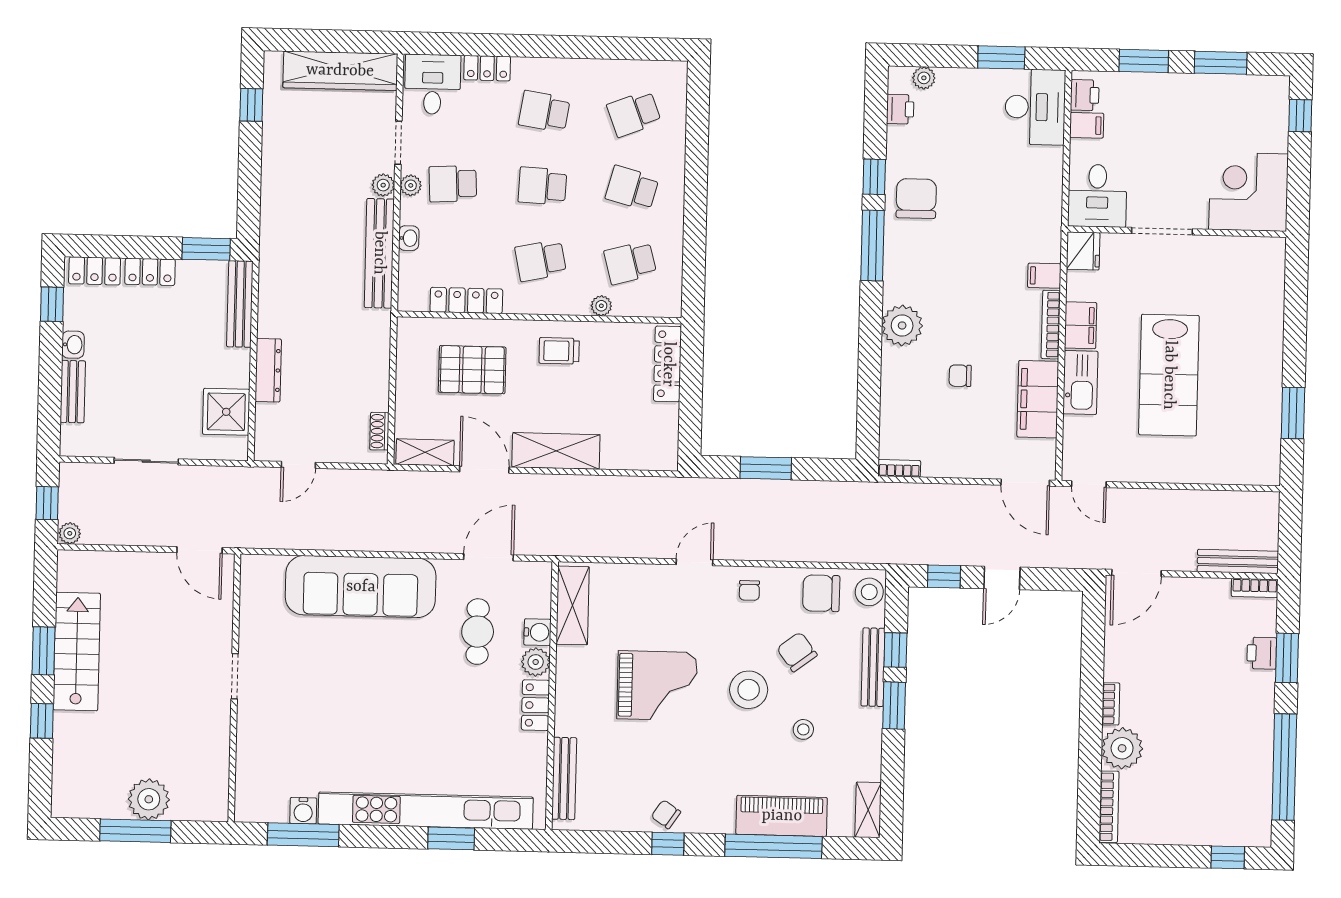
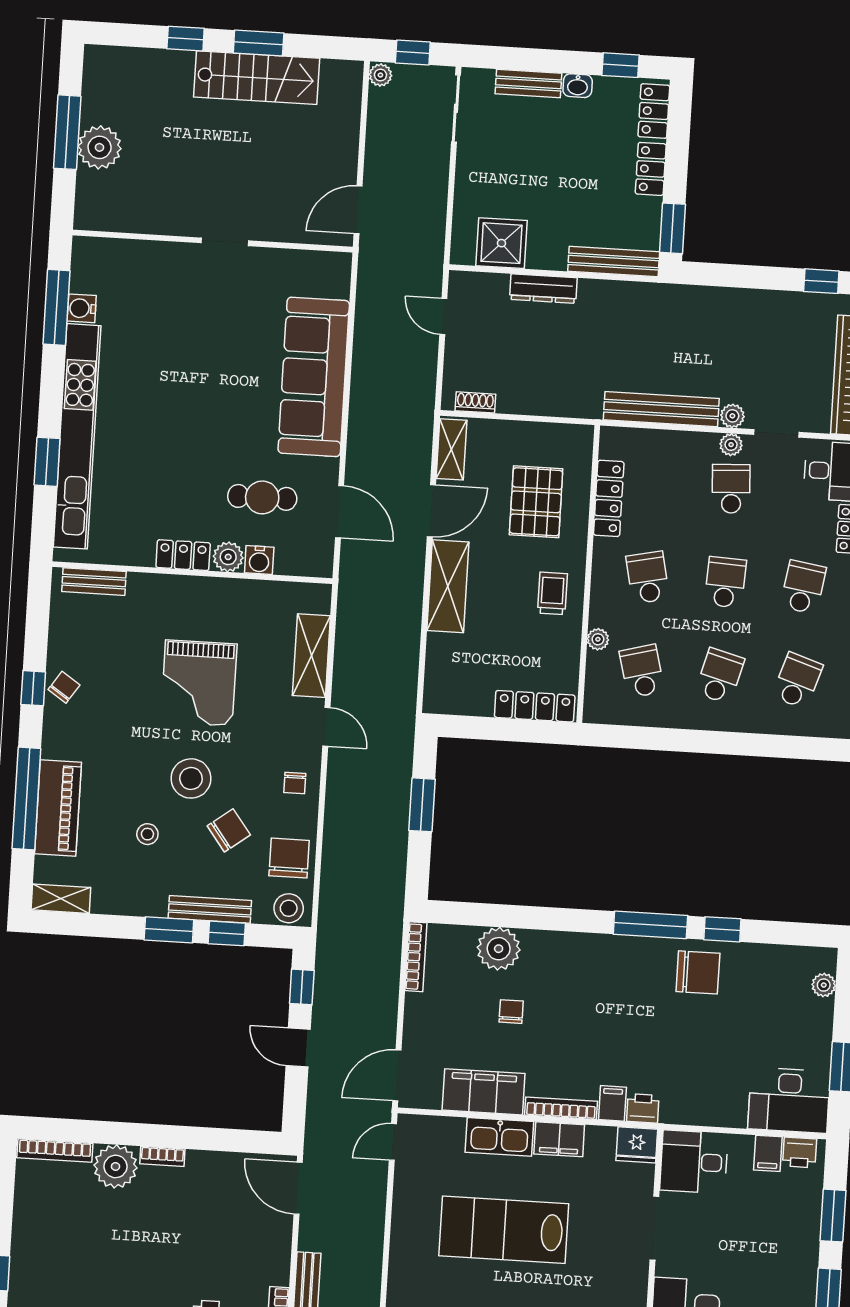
printer: (900, 109) -> (643, 1108), moved, turned 180
school desk: (634, 114) -> (797, 681), turned 39
washbasin: (409, 238) -> (676, 441), removed
plant: (902, 325) -> (499, 949), moved
sliding door: (146, 461) -> (456, 108), moved
bookcase: (899, 468) -> (416, 957), width x1.56
chair: (749, 590) -> (295, 783), turned -90
shelving: (573, 605) -> (311, 656), moved, turned 90
bench: (564, 778) -> (94, 582), width x0.73

